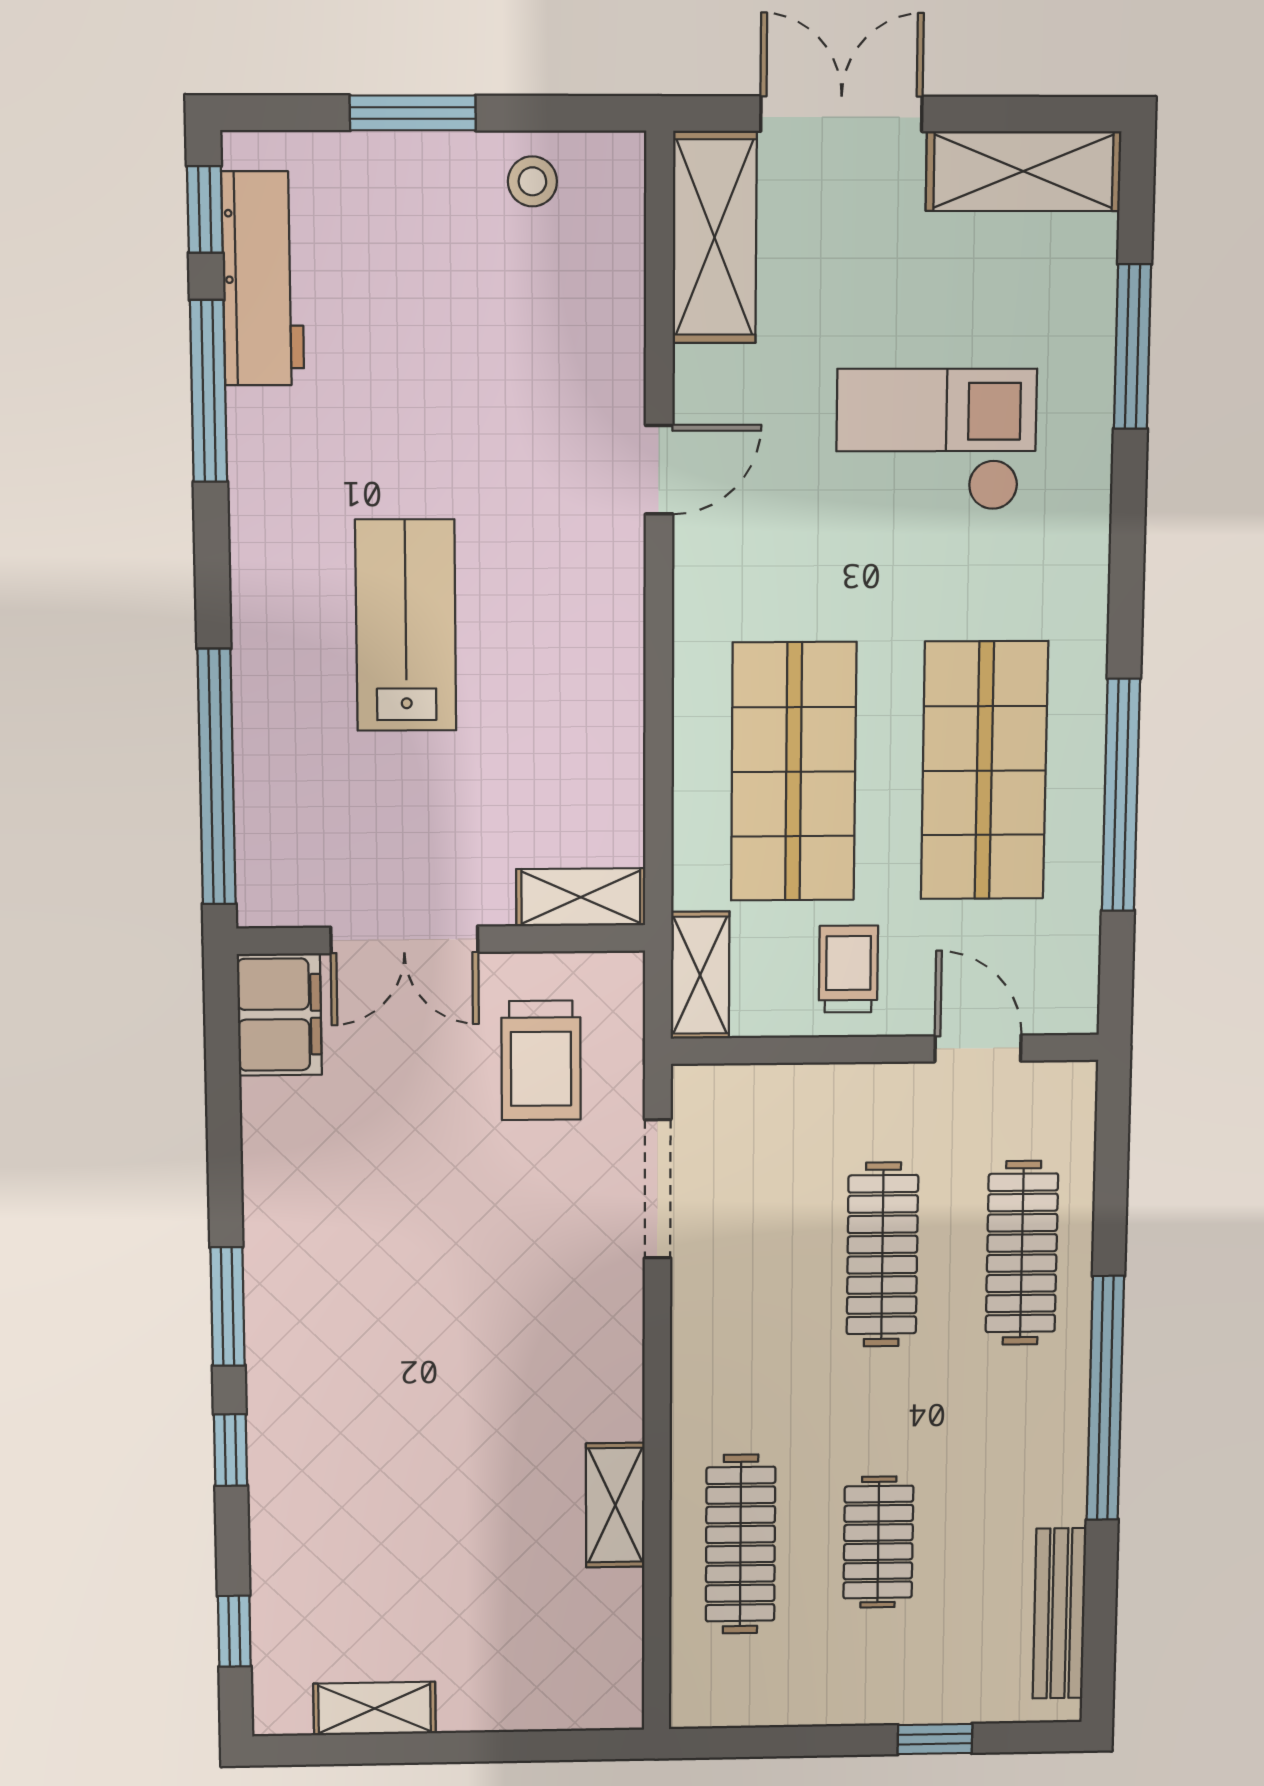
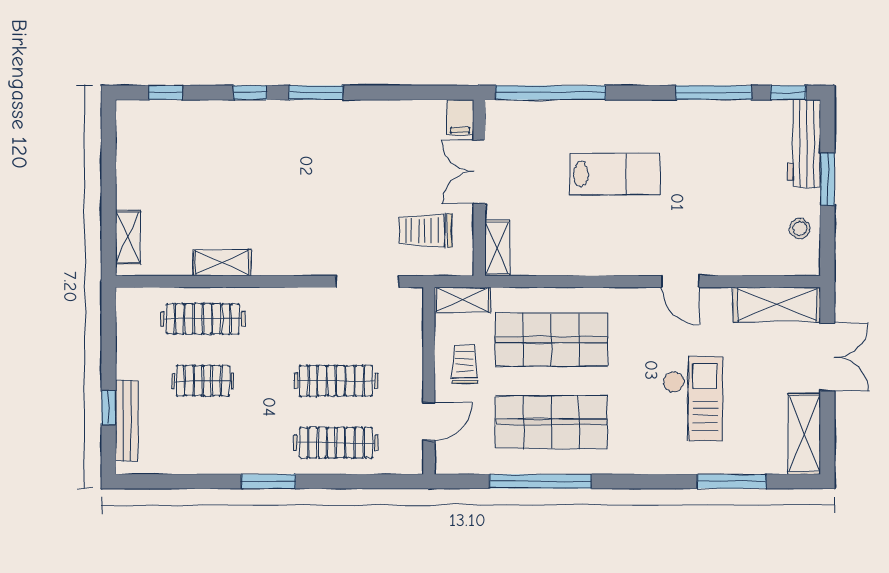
workbench: (263, 279) -> (804, 143), moved, turned 90
trolley: (848, 969) -> (465, 364), turned -90
filing cabinet: (279, 1015) -> (460, 117), width x0.50
window: (1105, 1398) -> (268, 481), width x0.47
bench: (1059, 1614) -> (127, 421), moved, turned 90
shelving: (375, 1709) -> (128, 237), moved

